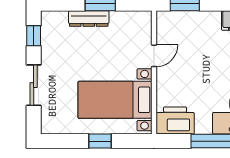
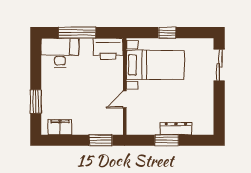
window: (34, 36) -> (219, 115), removed
sliding door: (34, 85) -> (219, 65), moved

